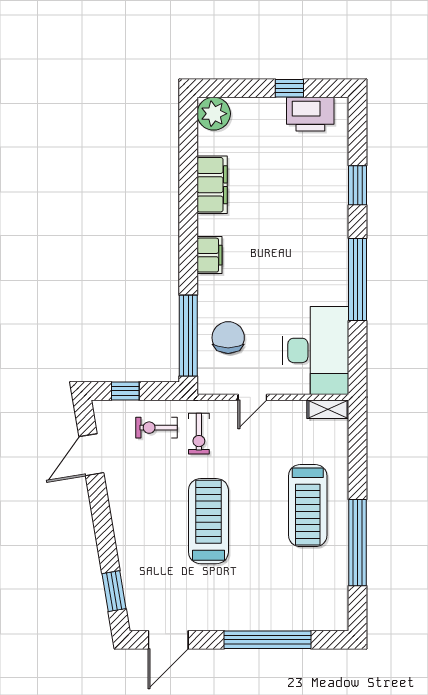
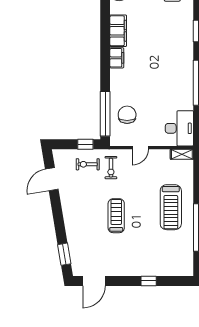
filing cabinet: (210, 255) -> (117, 58), moved
desk: (316, 350) -> (179, 128), width x0.73, depth x0.77
window: (125, 391) -> (85, 144), moved
treadmill: (208, 521) -> (116, 216), width x0.73, depth x0.73
window: (267, 640) -> (149, 281), width x0.32

